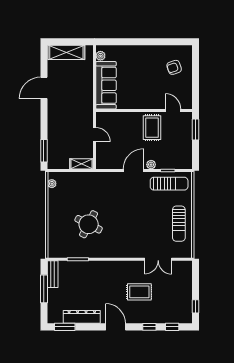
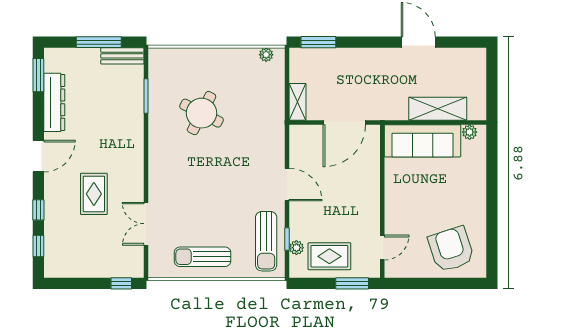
shelving: (66, 52) -> (438, 109), moved, turned 90
armchair: (174, 67) -> (451, 249), width x1.88, depth x1.88
rug: (152, 128) -> (329, 256), moved
door: (94, 134) -> (344, 122), width x1.87
plant: (151, 165) -> (296, 248), moved
window: (196, 306) -> (121, 283), moved

